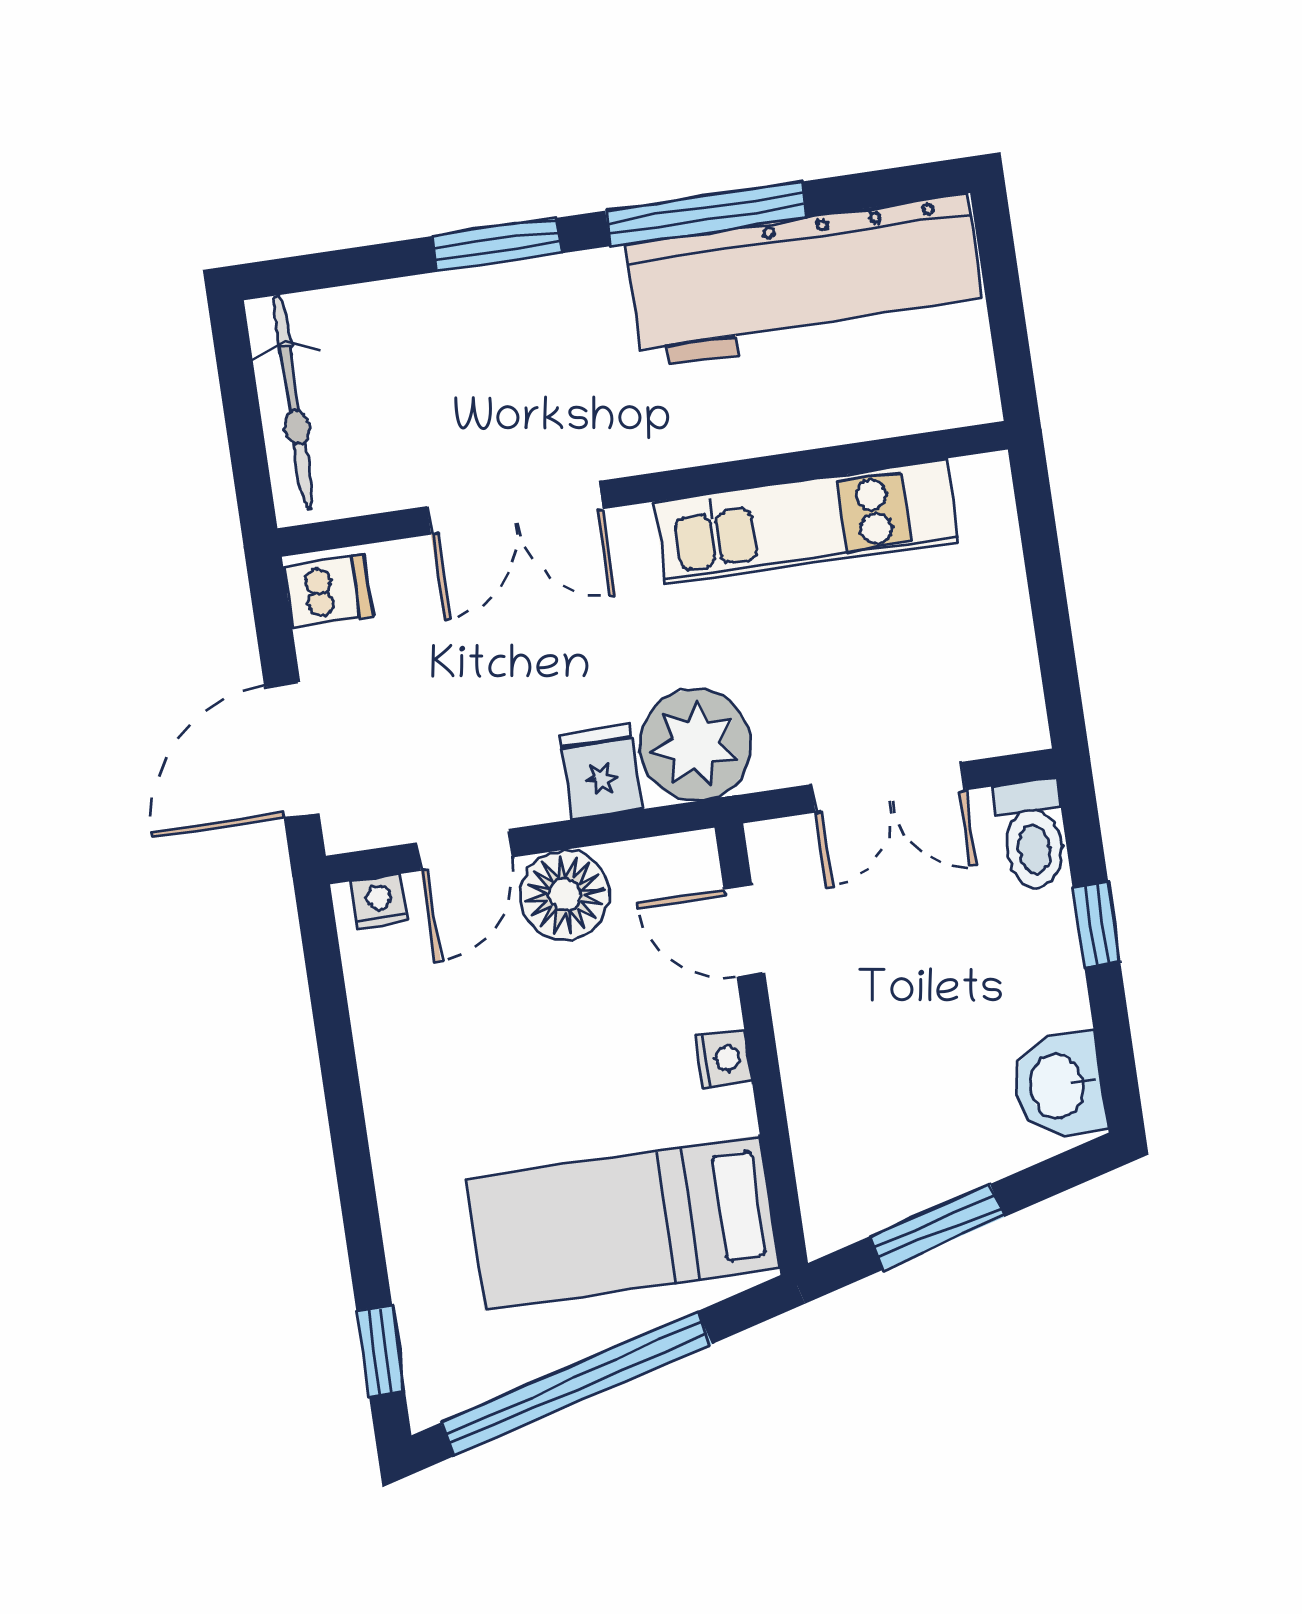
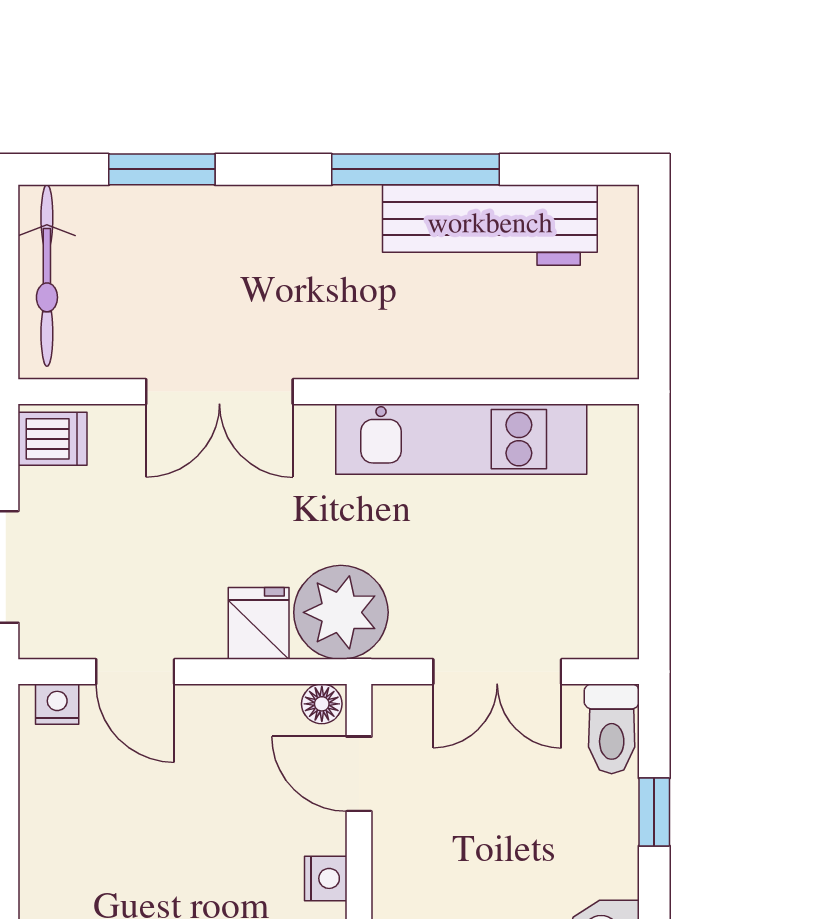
window: (496, 245) -> (162, 169), moved
workbench: (805, 281) -> (490, 225), width x0.73, depth x0.76
door: (465, 850) -> (135, 672), hinge flipped
floor lamp: (565, 895) -> (322, 704), moved, width x0.53, depth x0.53

